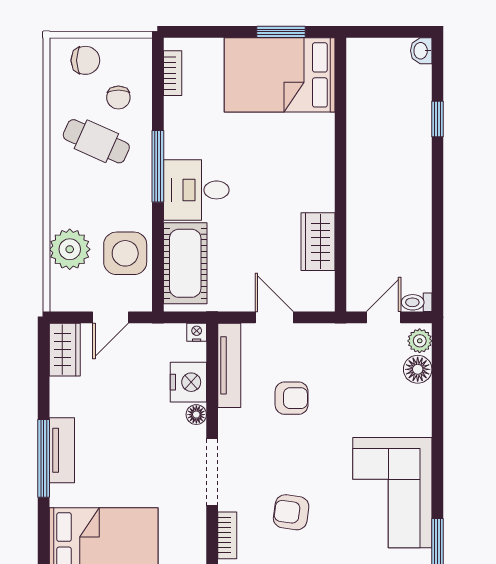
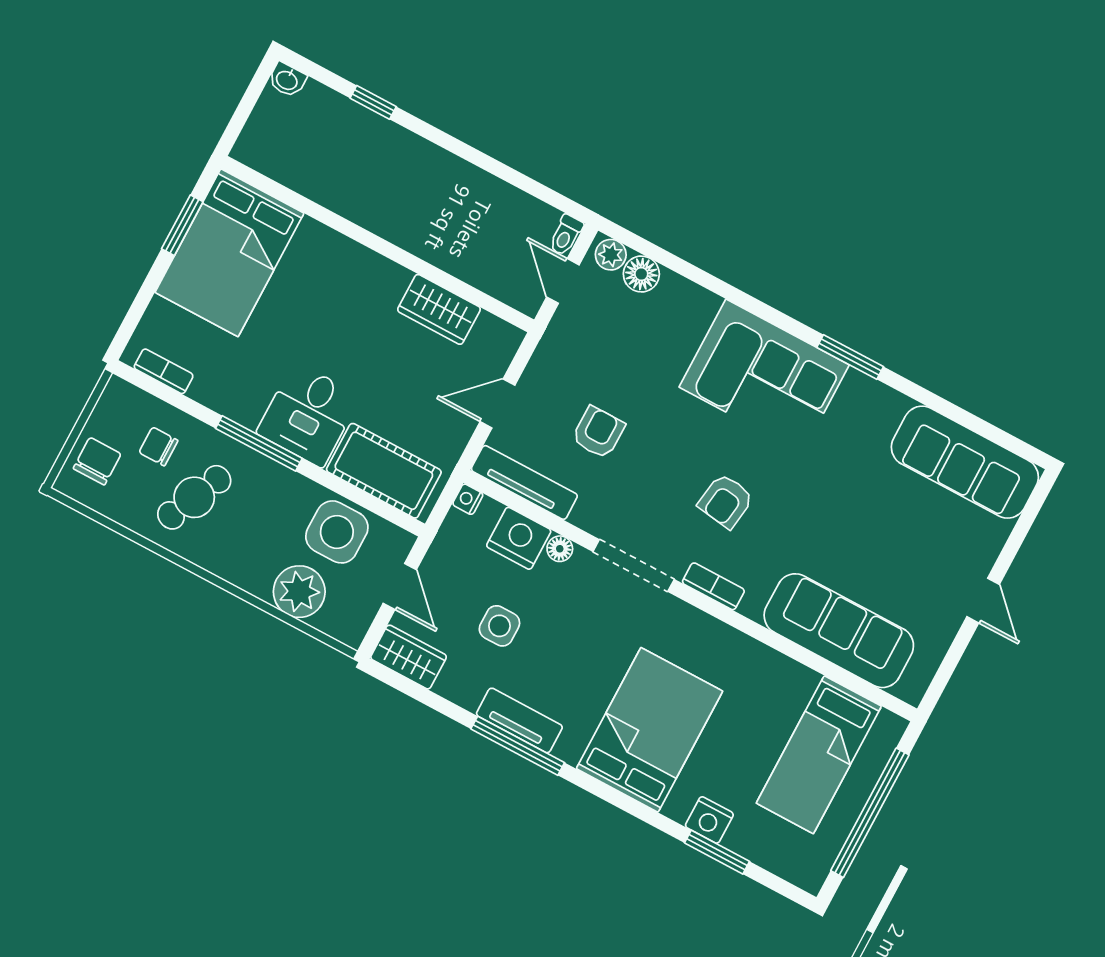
chair: (118, 98) -> (159, 446), turned 180
side table: (120, 401) -> (499, 626), added

